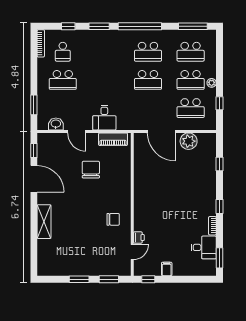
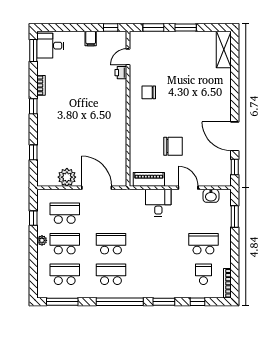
chair: (91, 170) -> (173, 146), turned -90
shelving: (44, 222) -> (224, 49), moved
desk: (204, 247) -> (50, 46), moved

